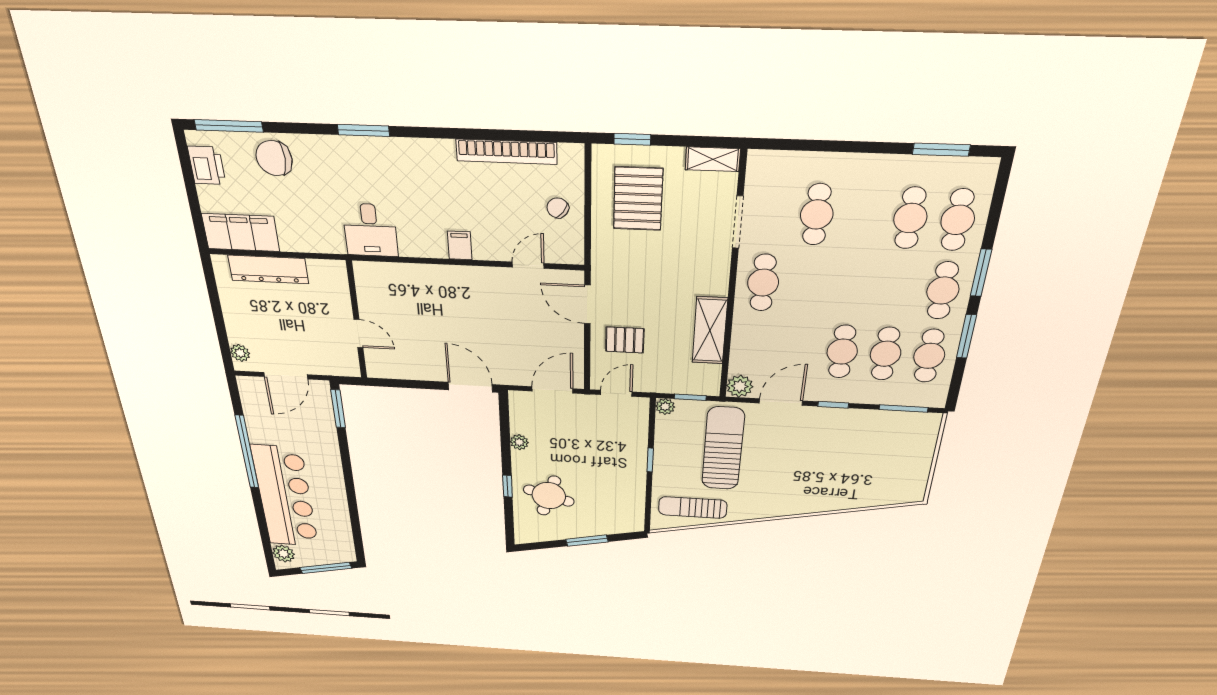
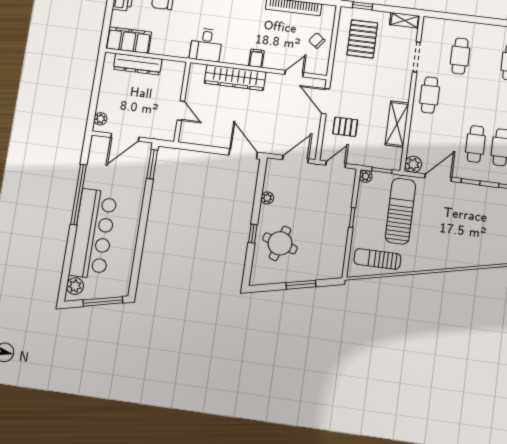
wardrobe: (431, 279) -> (235, 78), added

